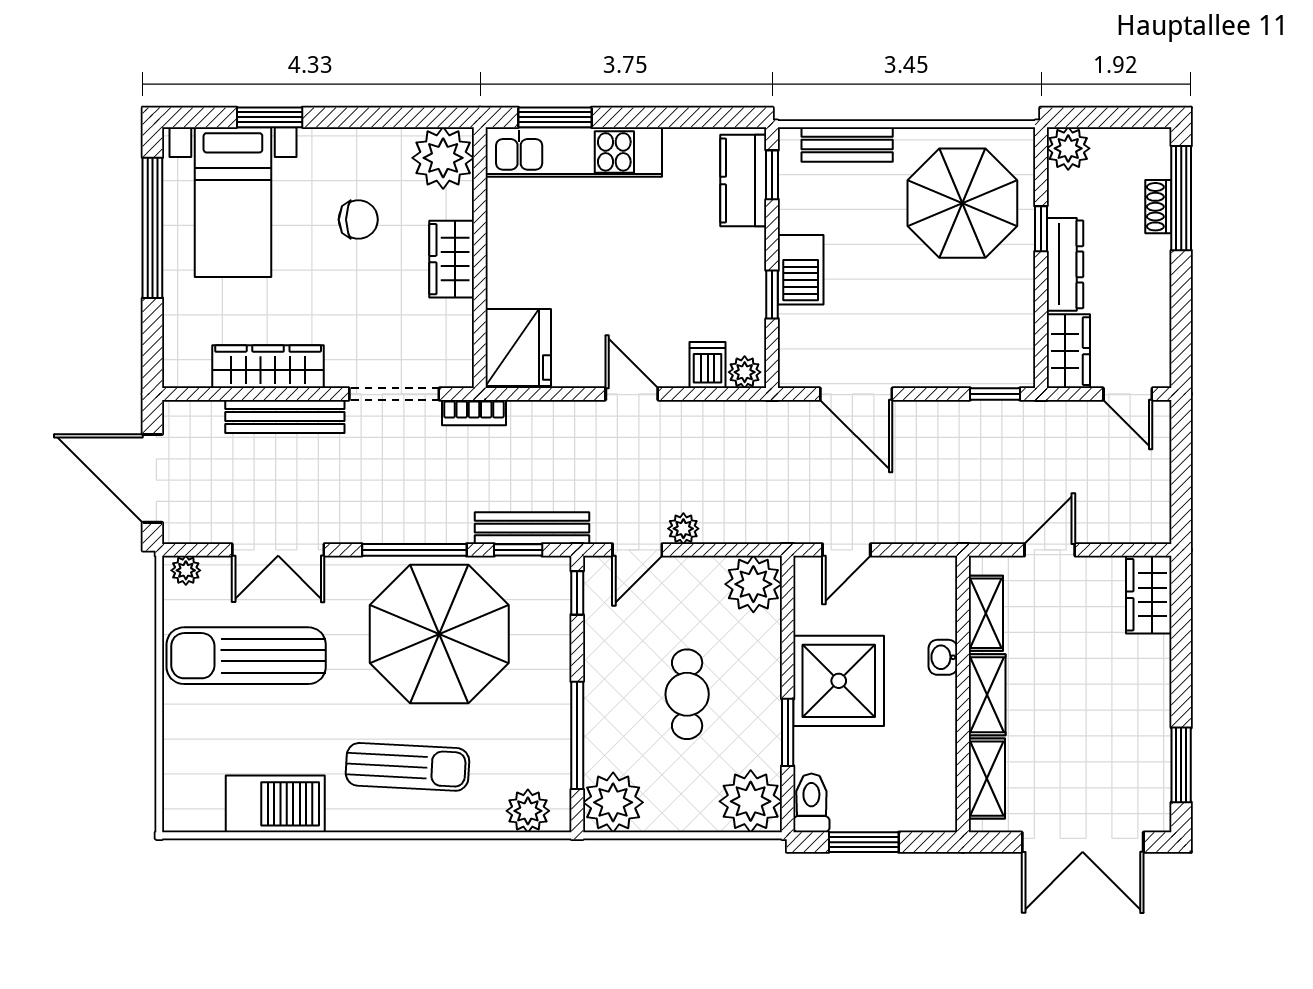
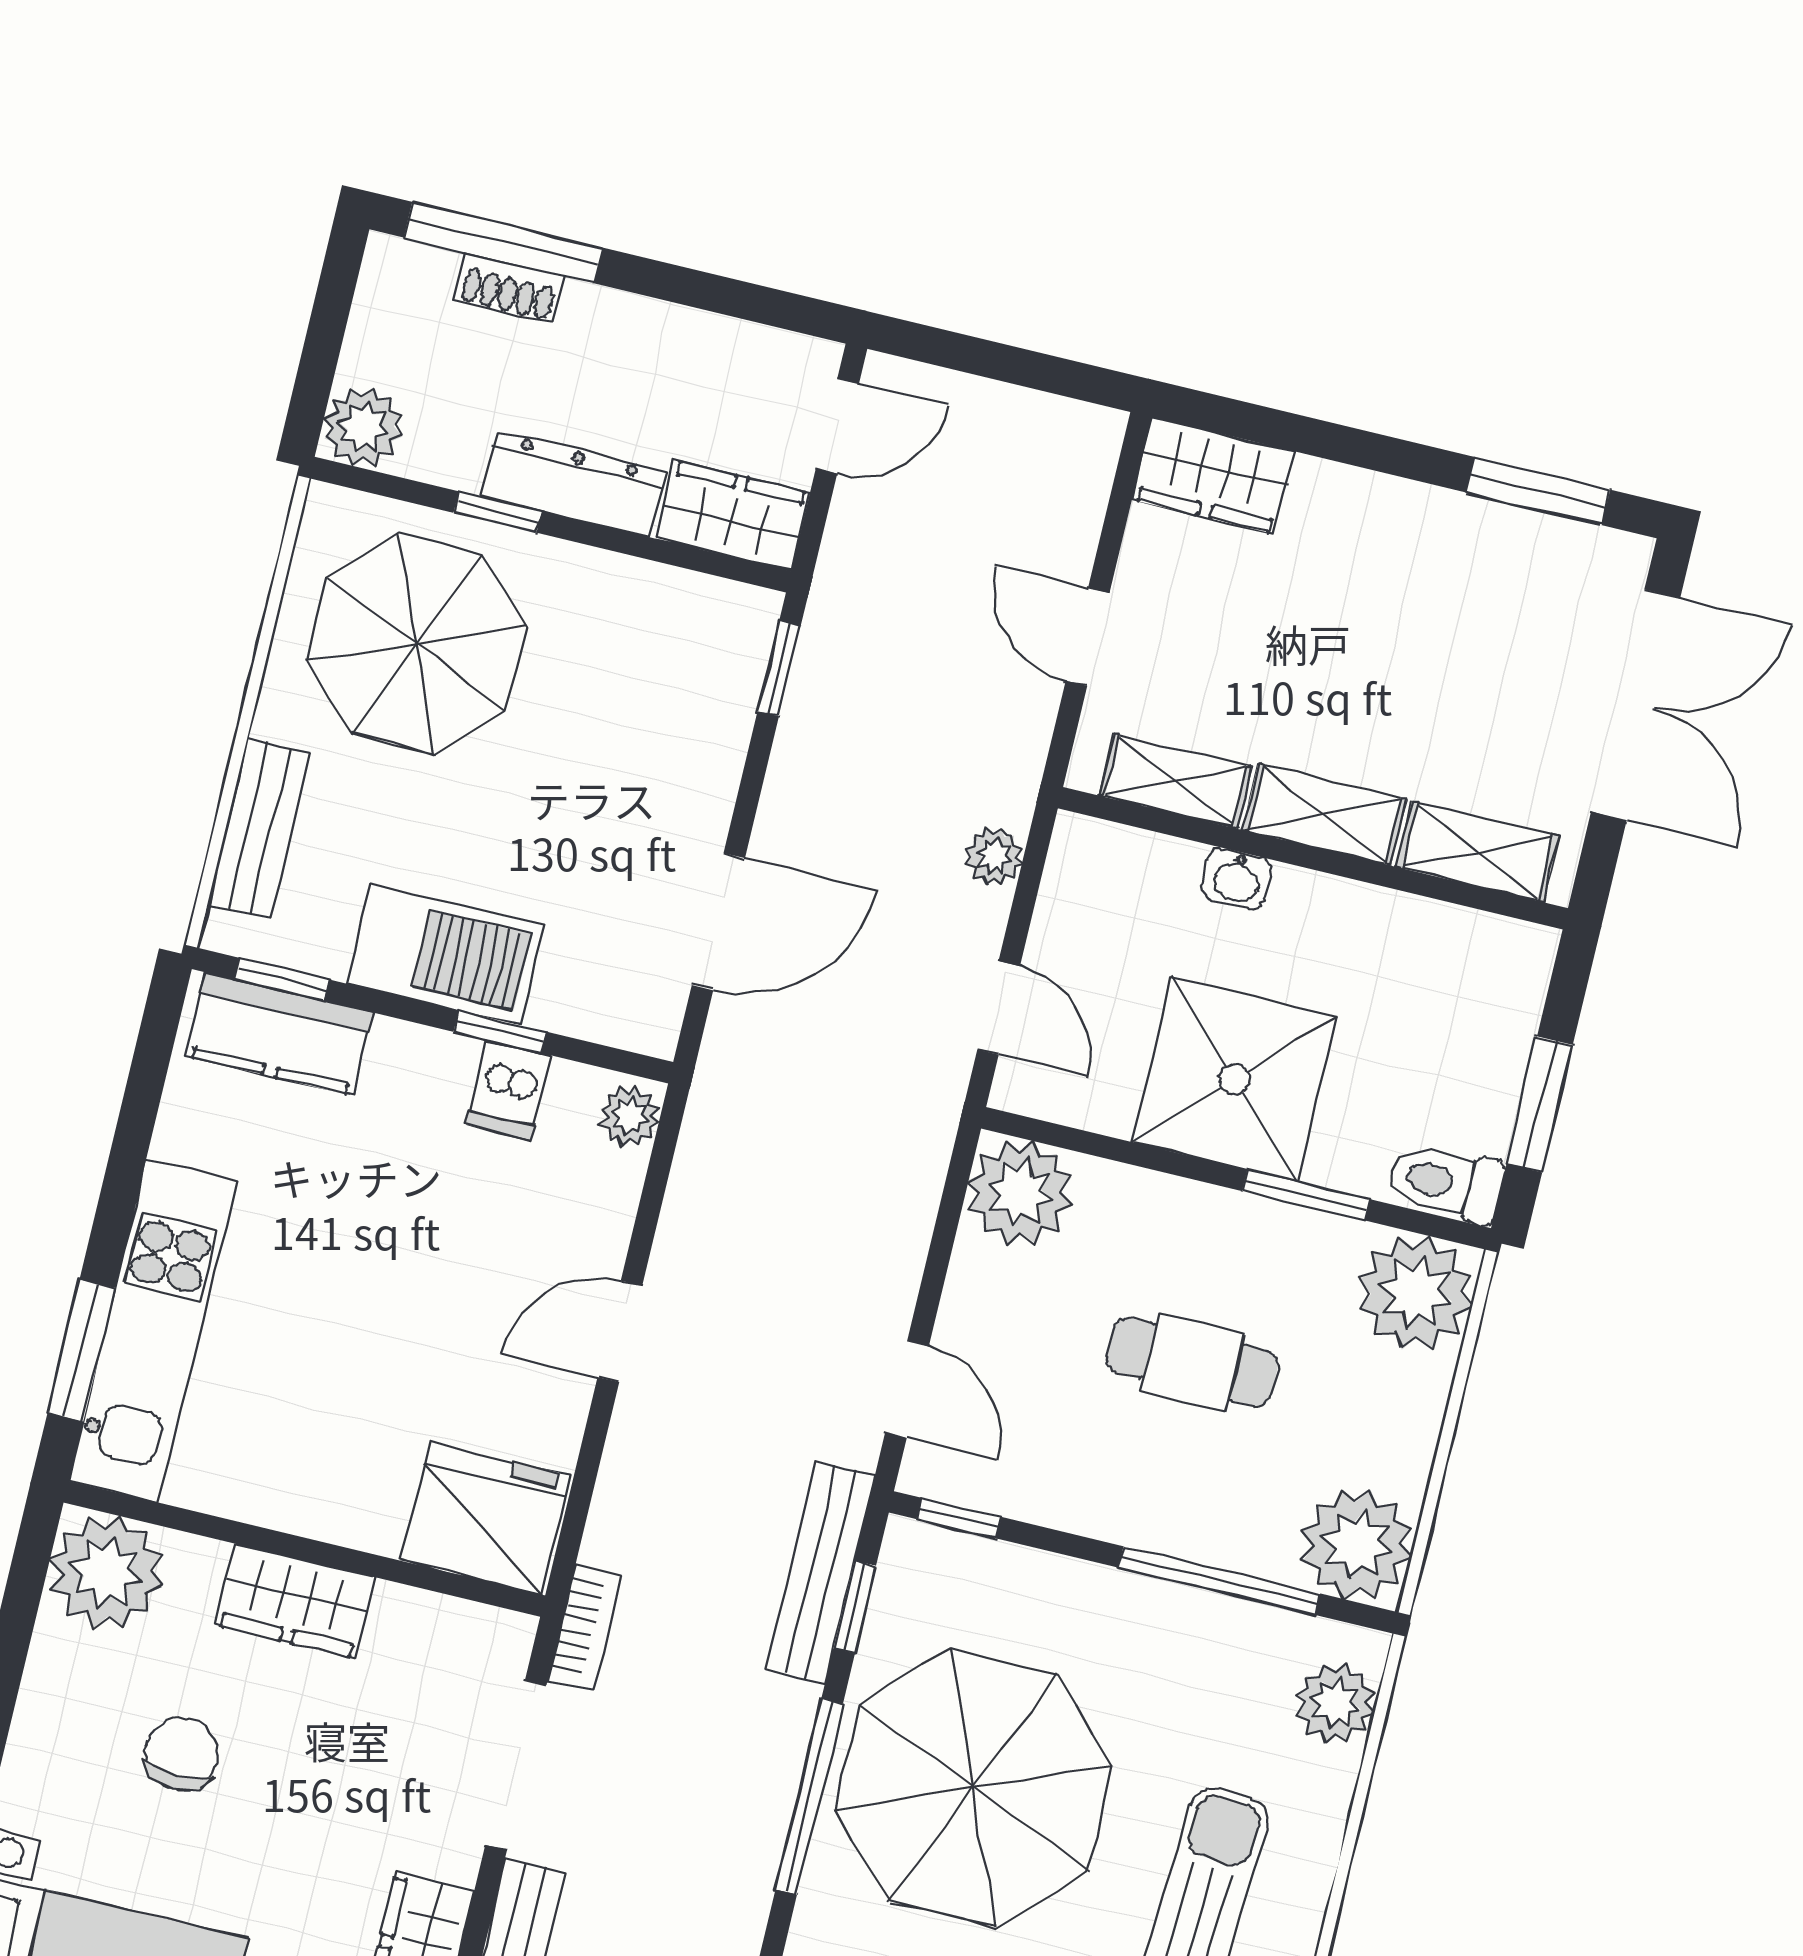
barbecue: (801, 270) -> (446, 954), width x1.37, depth x1.21
dishwasher: (708, 365) -> (509, 1090), moved, turned -90
plant: (683, 529) -> (994, 856), moved

